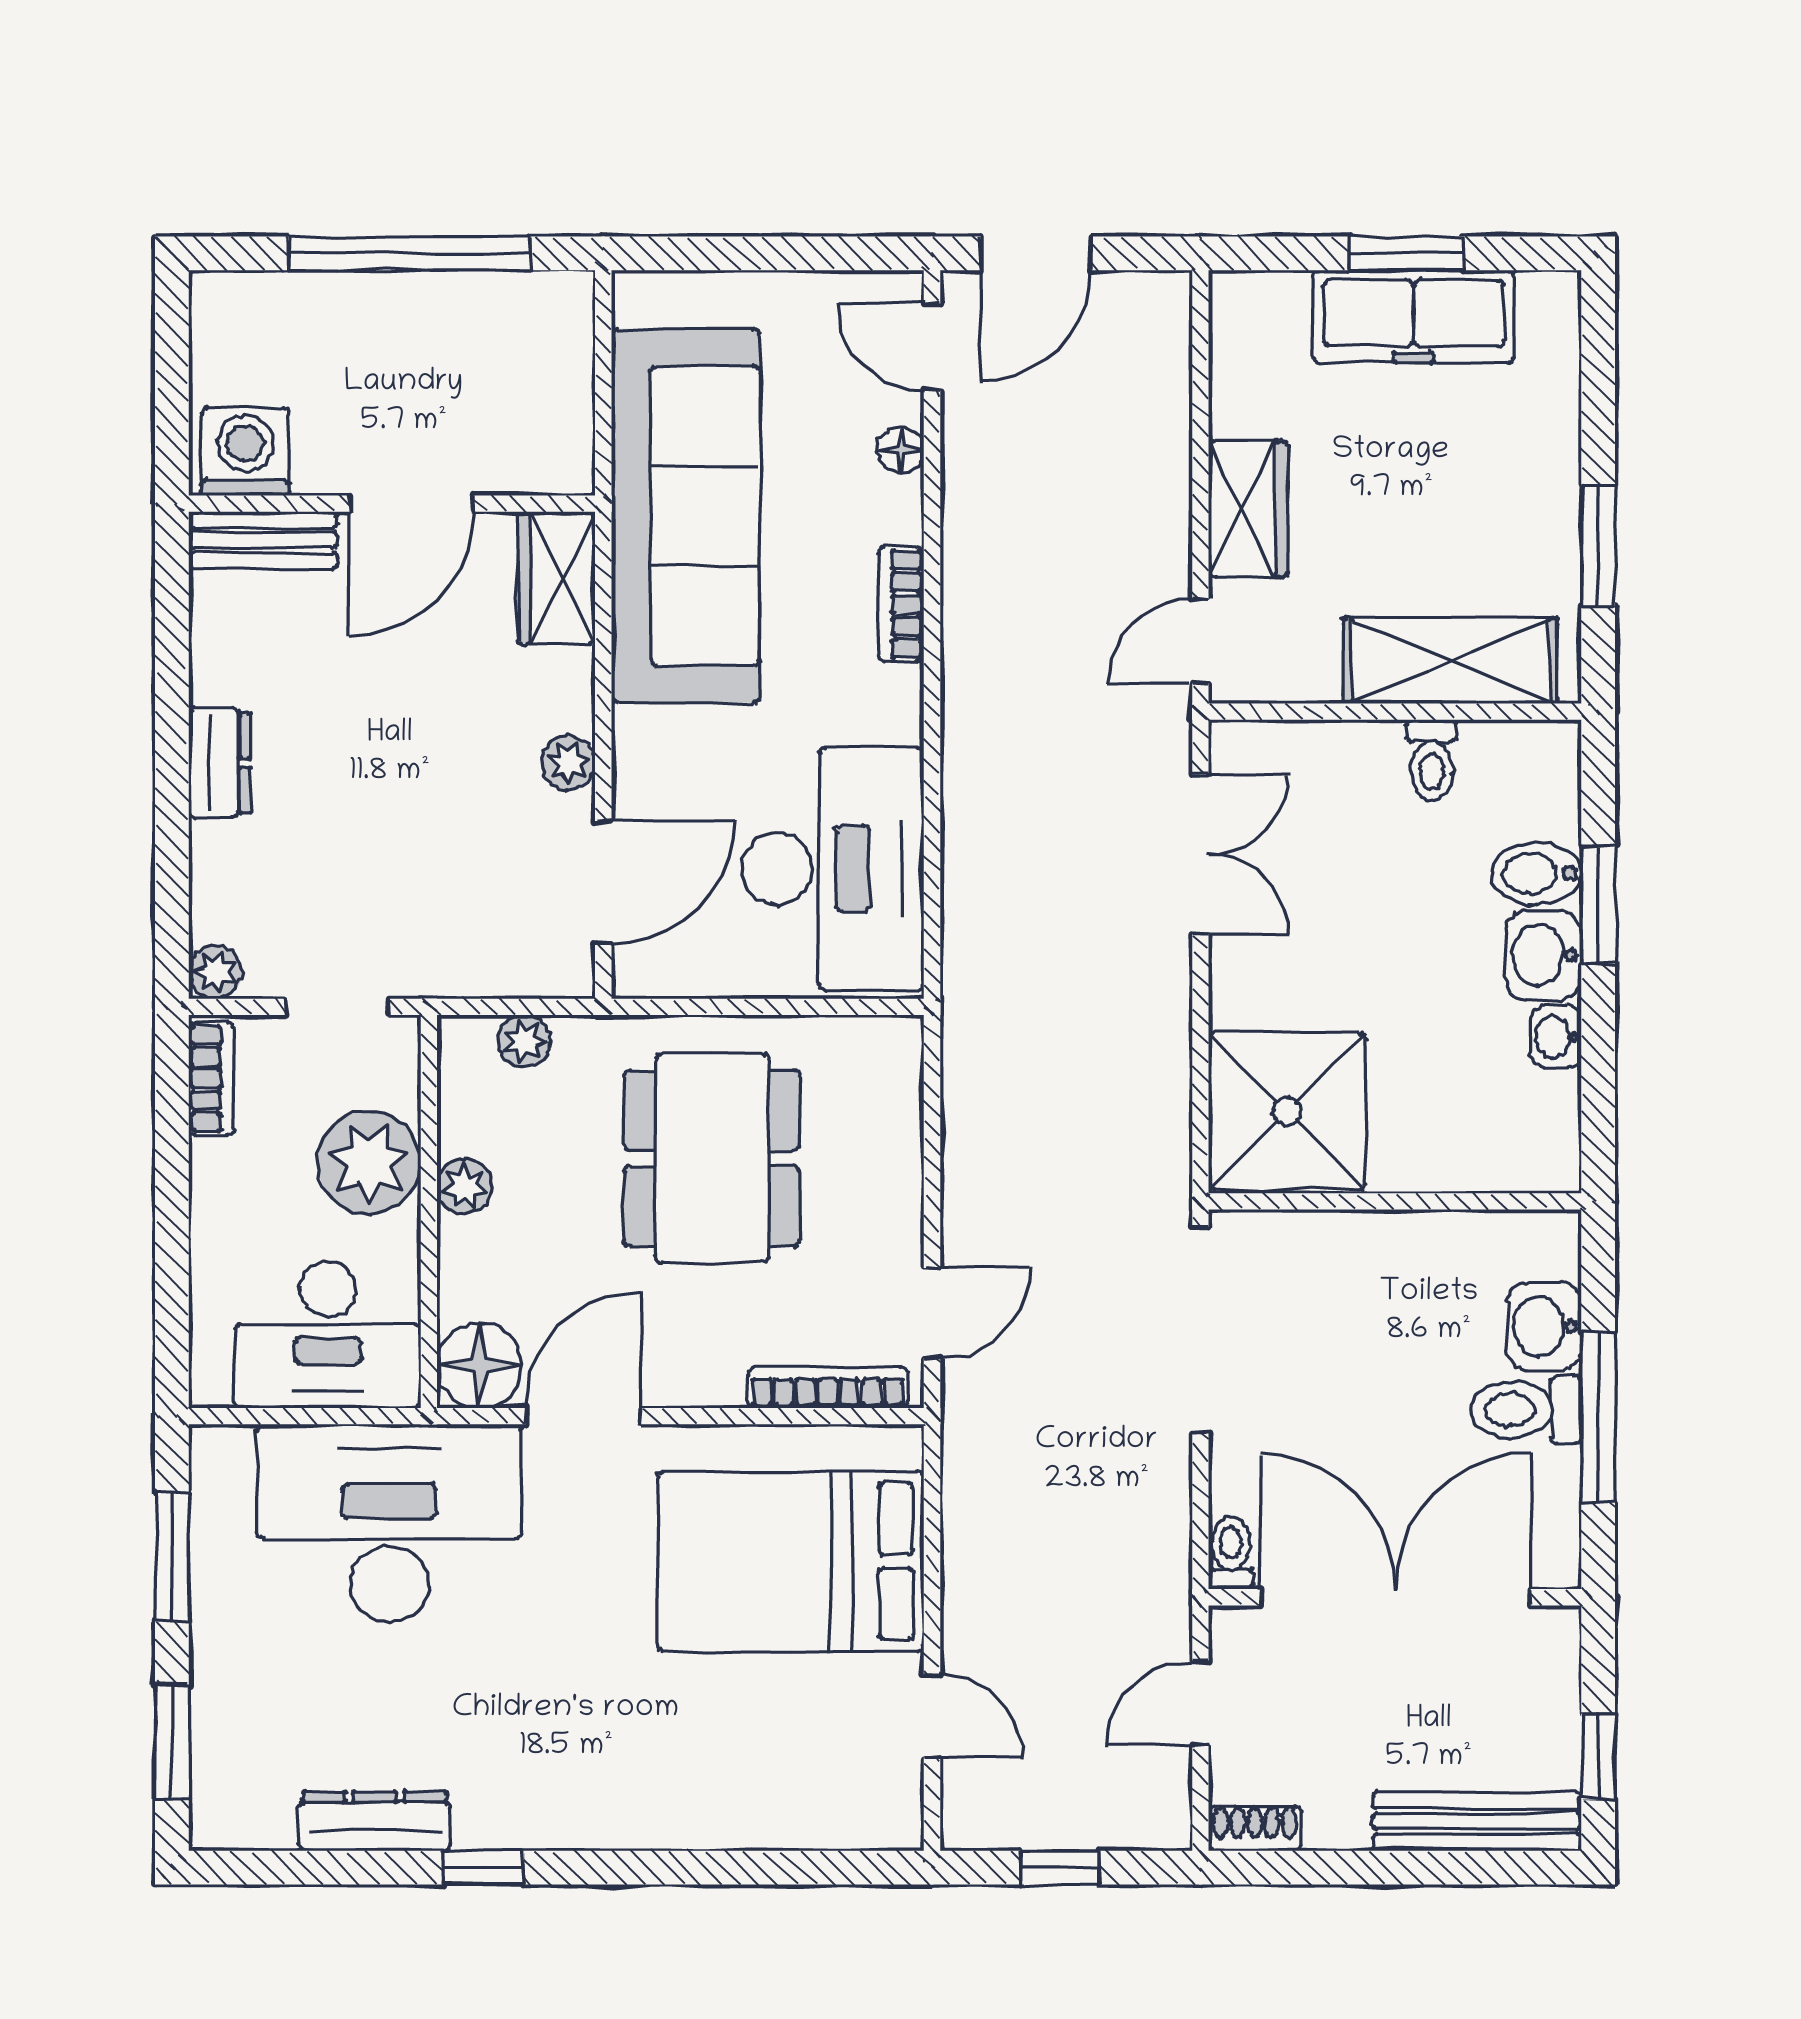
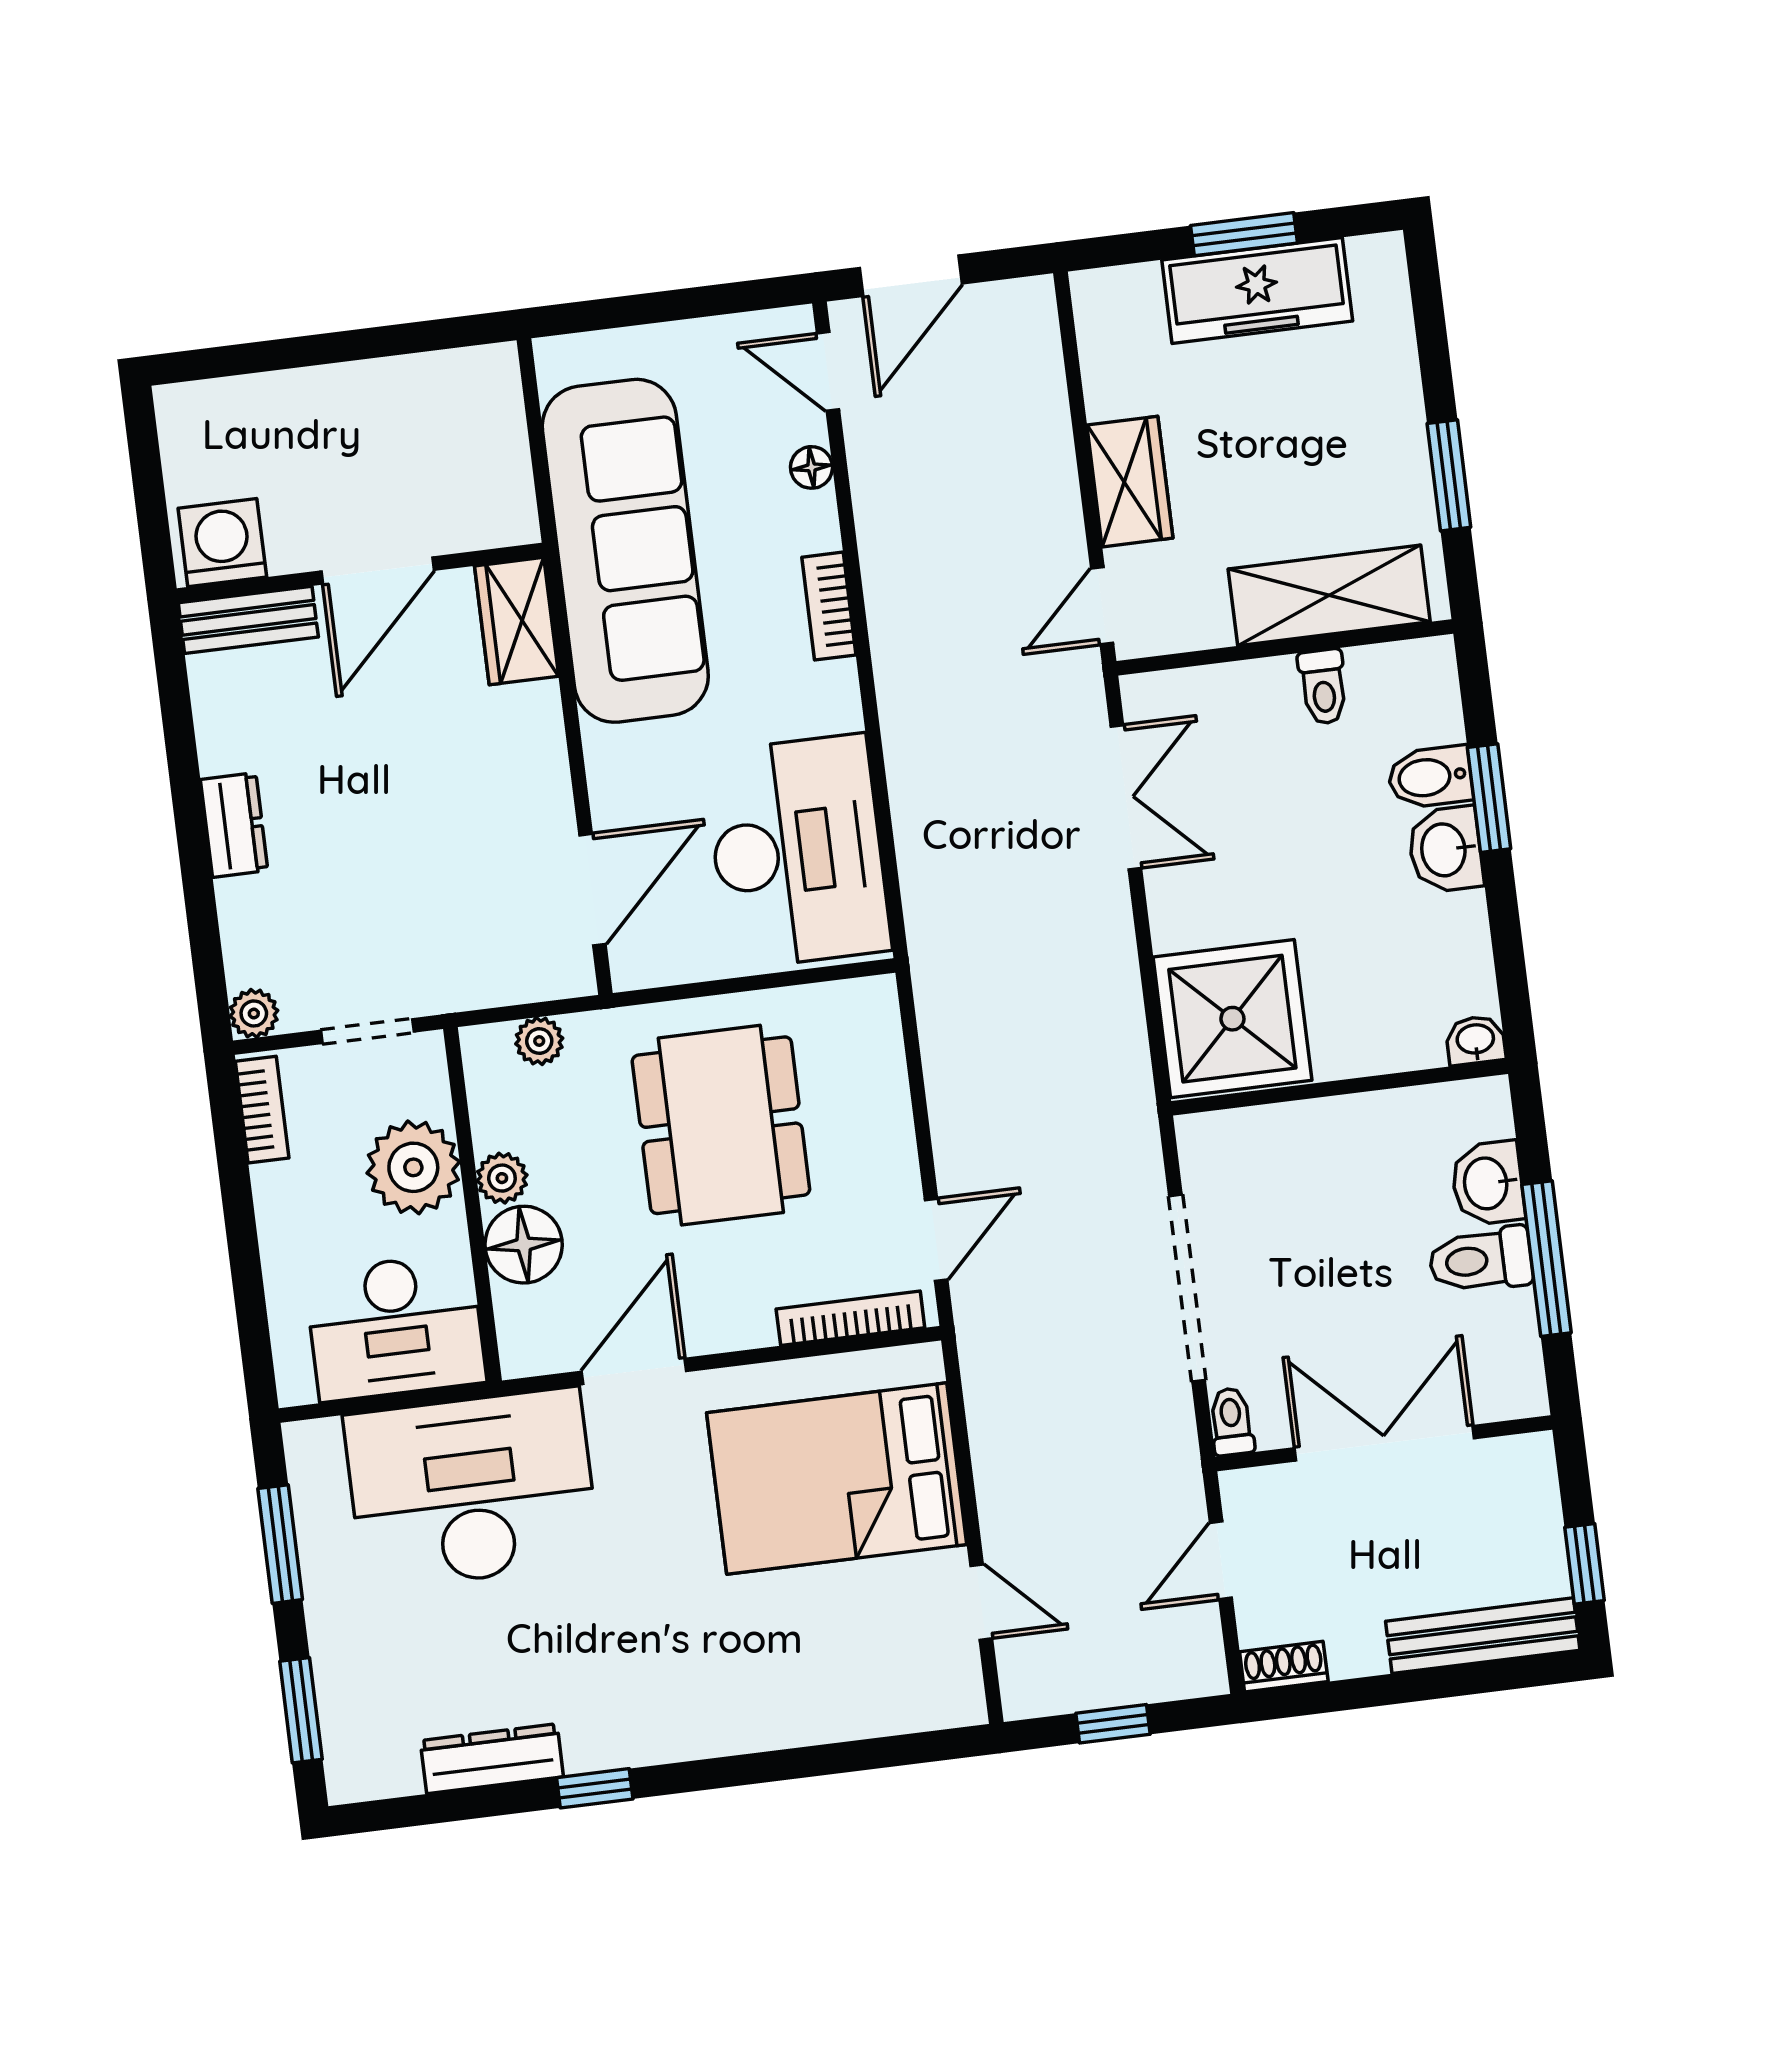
window: (409, 253) -> (348, 346), removed
plant: (568, 763) -> (548, 786), removed
washbasin: (1556, 1037) -> (1475, 1040), moved, turned 90
doorway: (1200, 1330) -> (1187, 1288), moved
floor lamp: (479, 1365) -> (524, 1245), moved
double door: (1395, 1597) -> (1384, 1443), width x0.73

